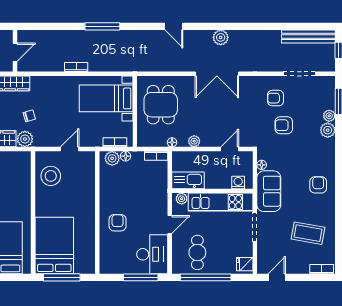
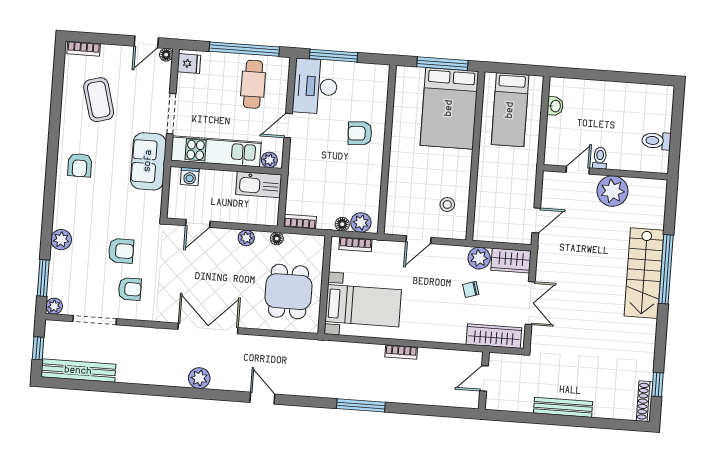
plant: (329, 116) -> (54, 306), moved
floor lamp: (262, 165) -> (166, 55), moved
stool: (51, 176) -> (447, 204), width x0.53, depth x0.53
armchair: (118, 223) -> (360, 133), turned 87
coffee table: (308, 233) -> (99, 100), turned 65

